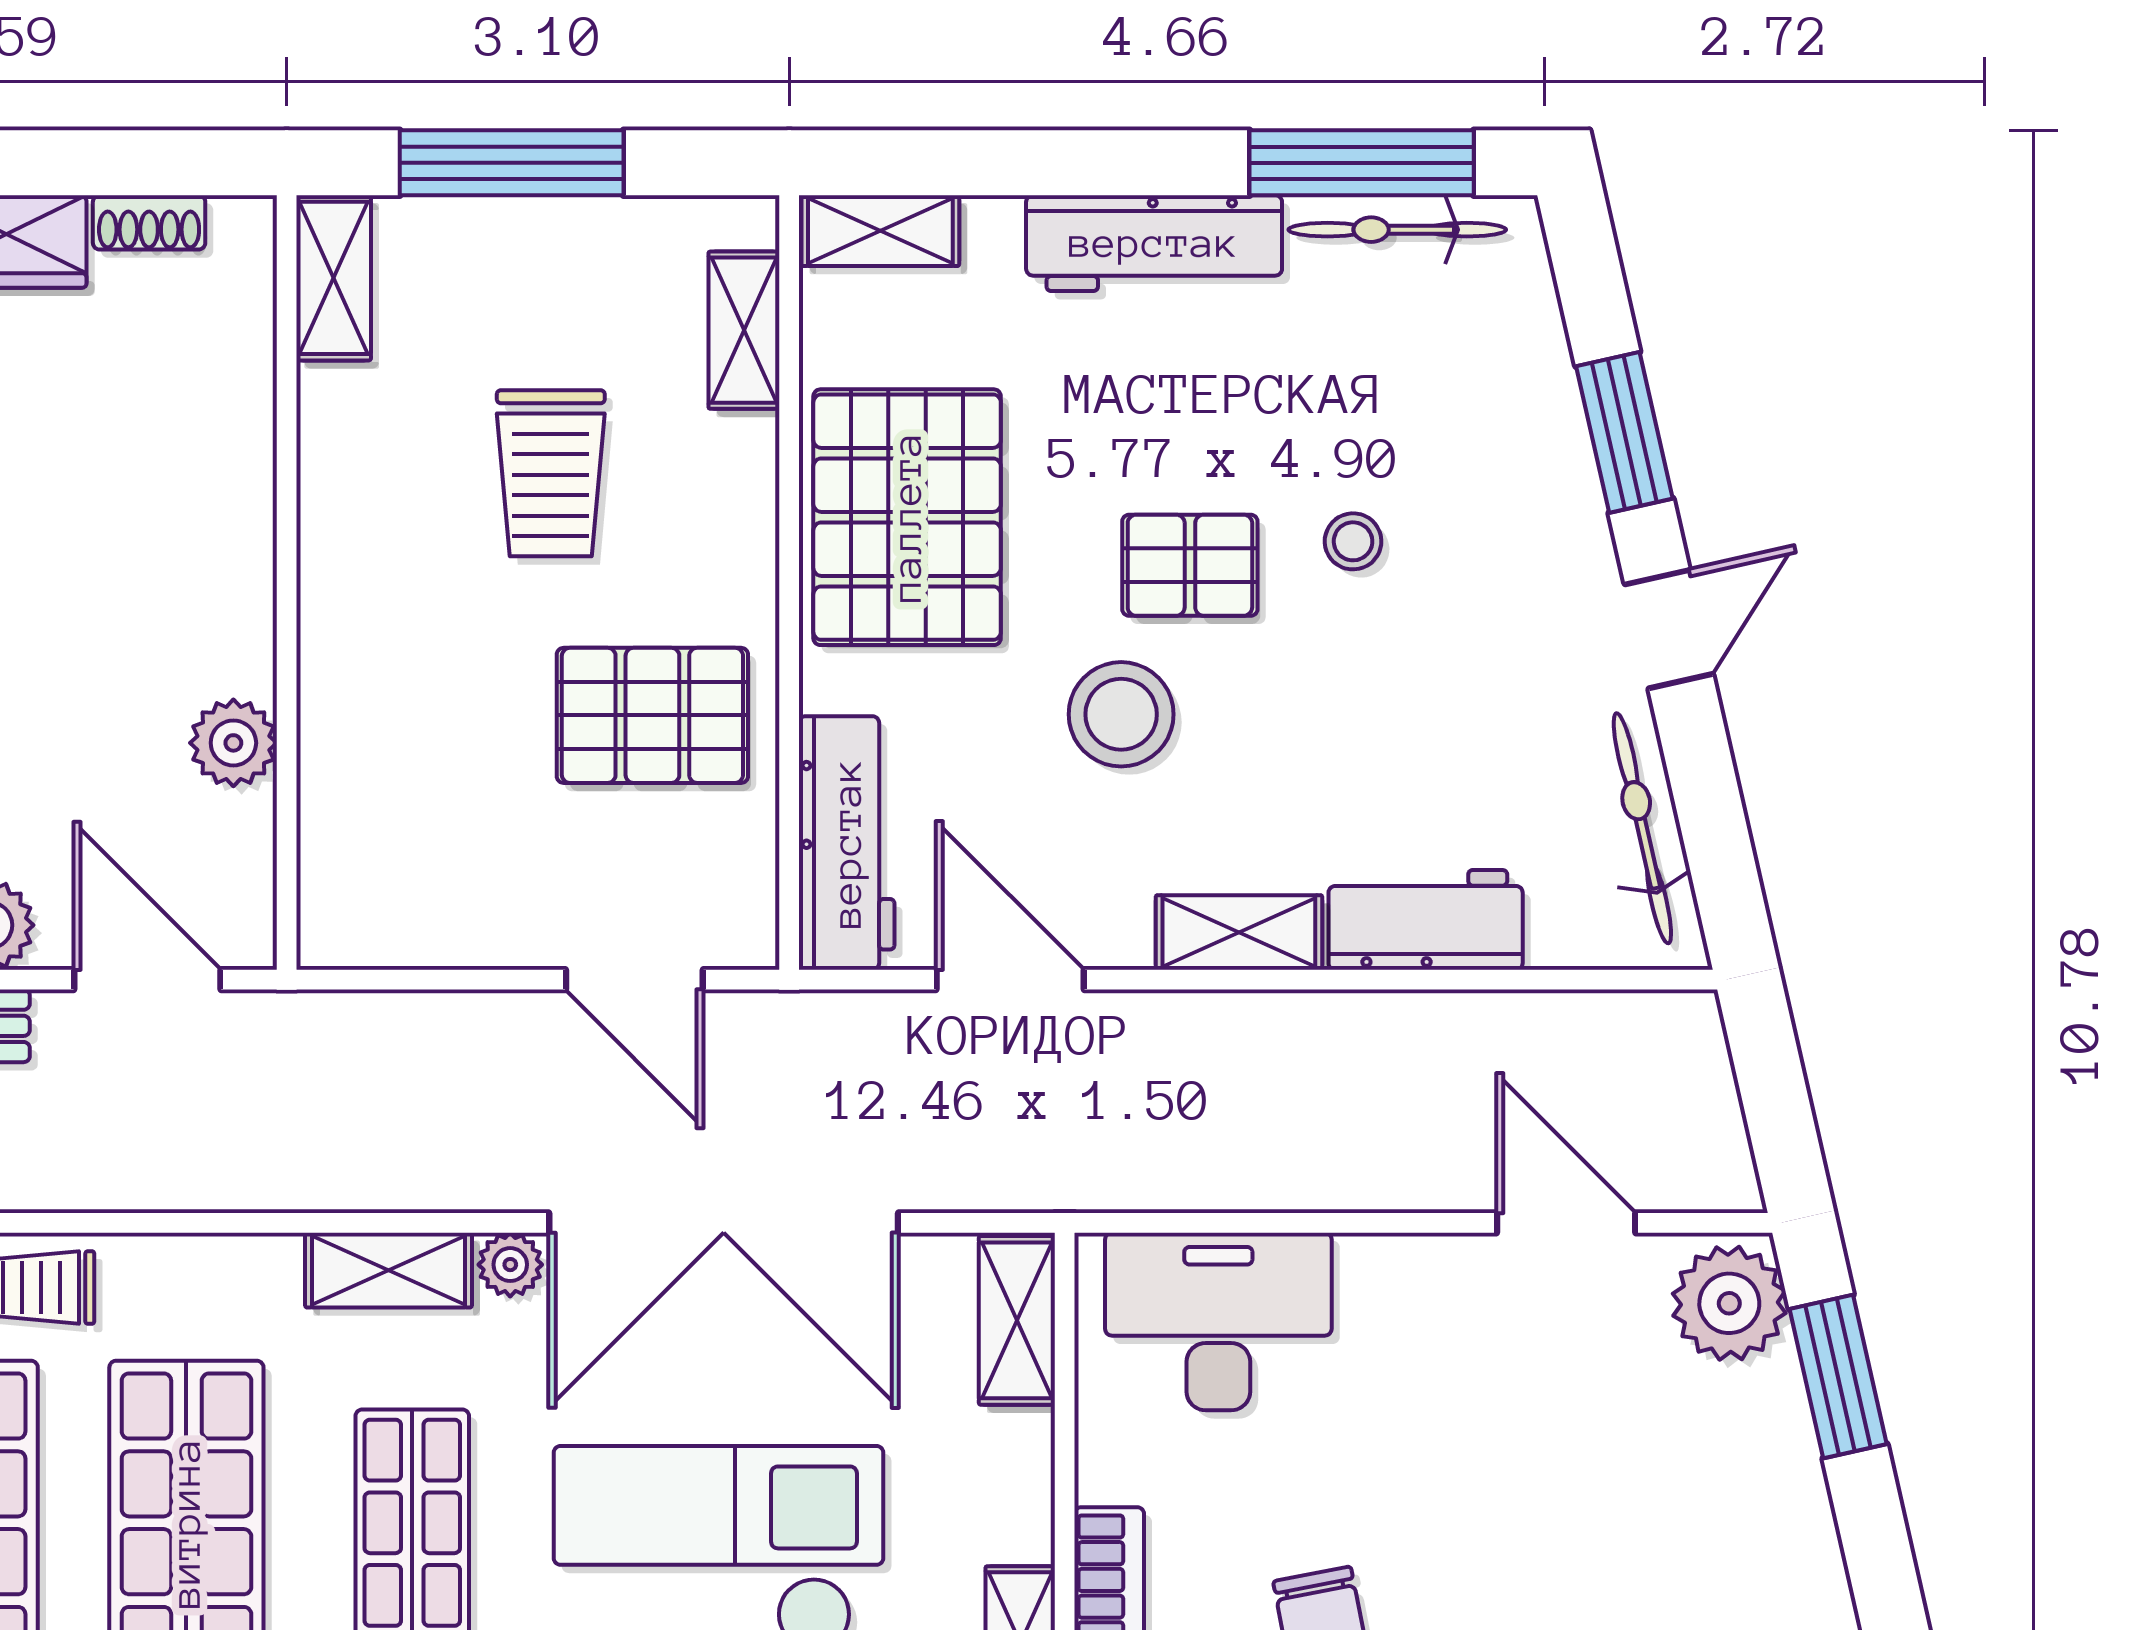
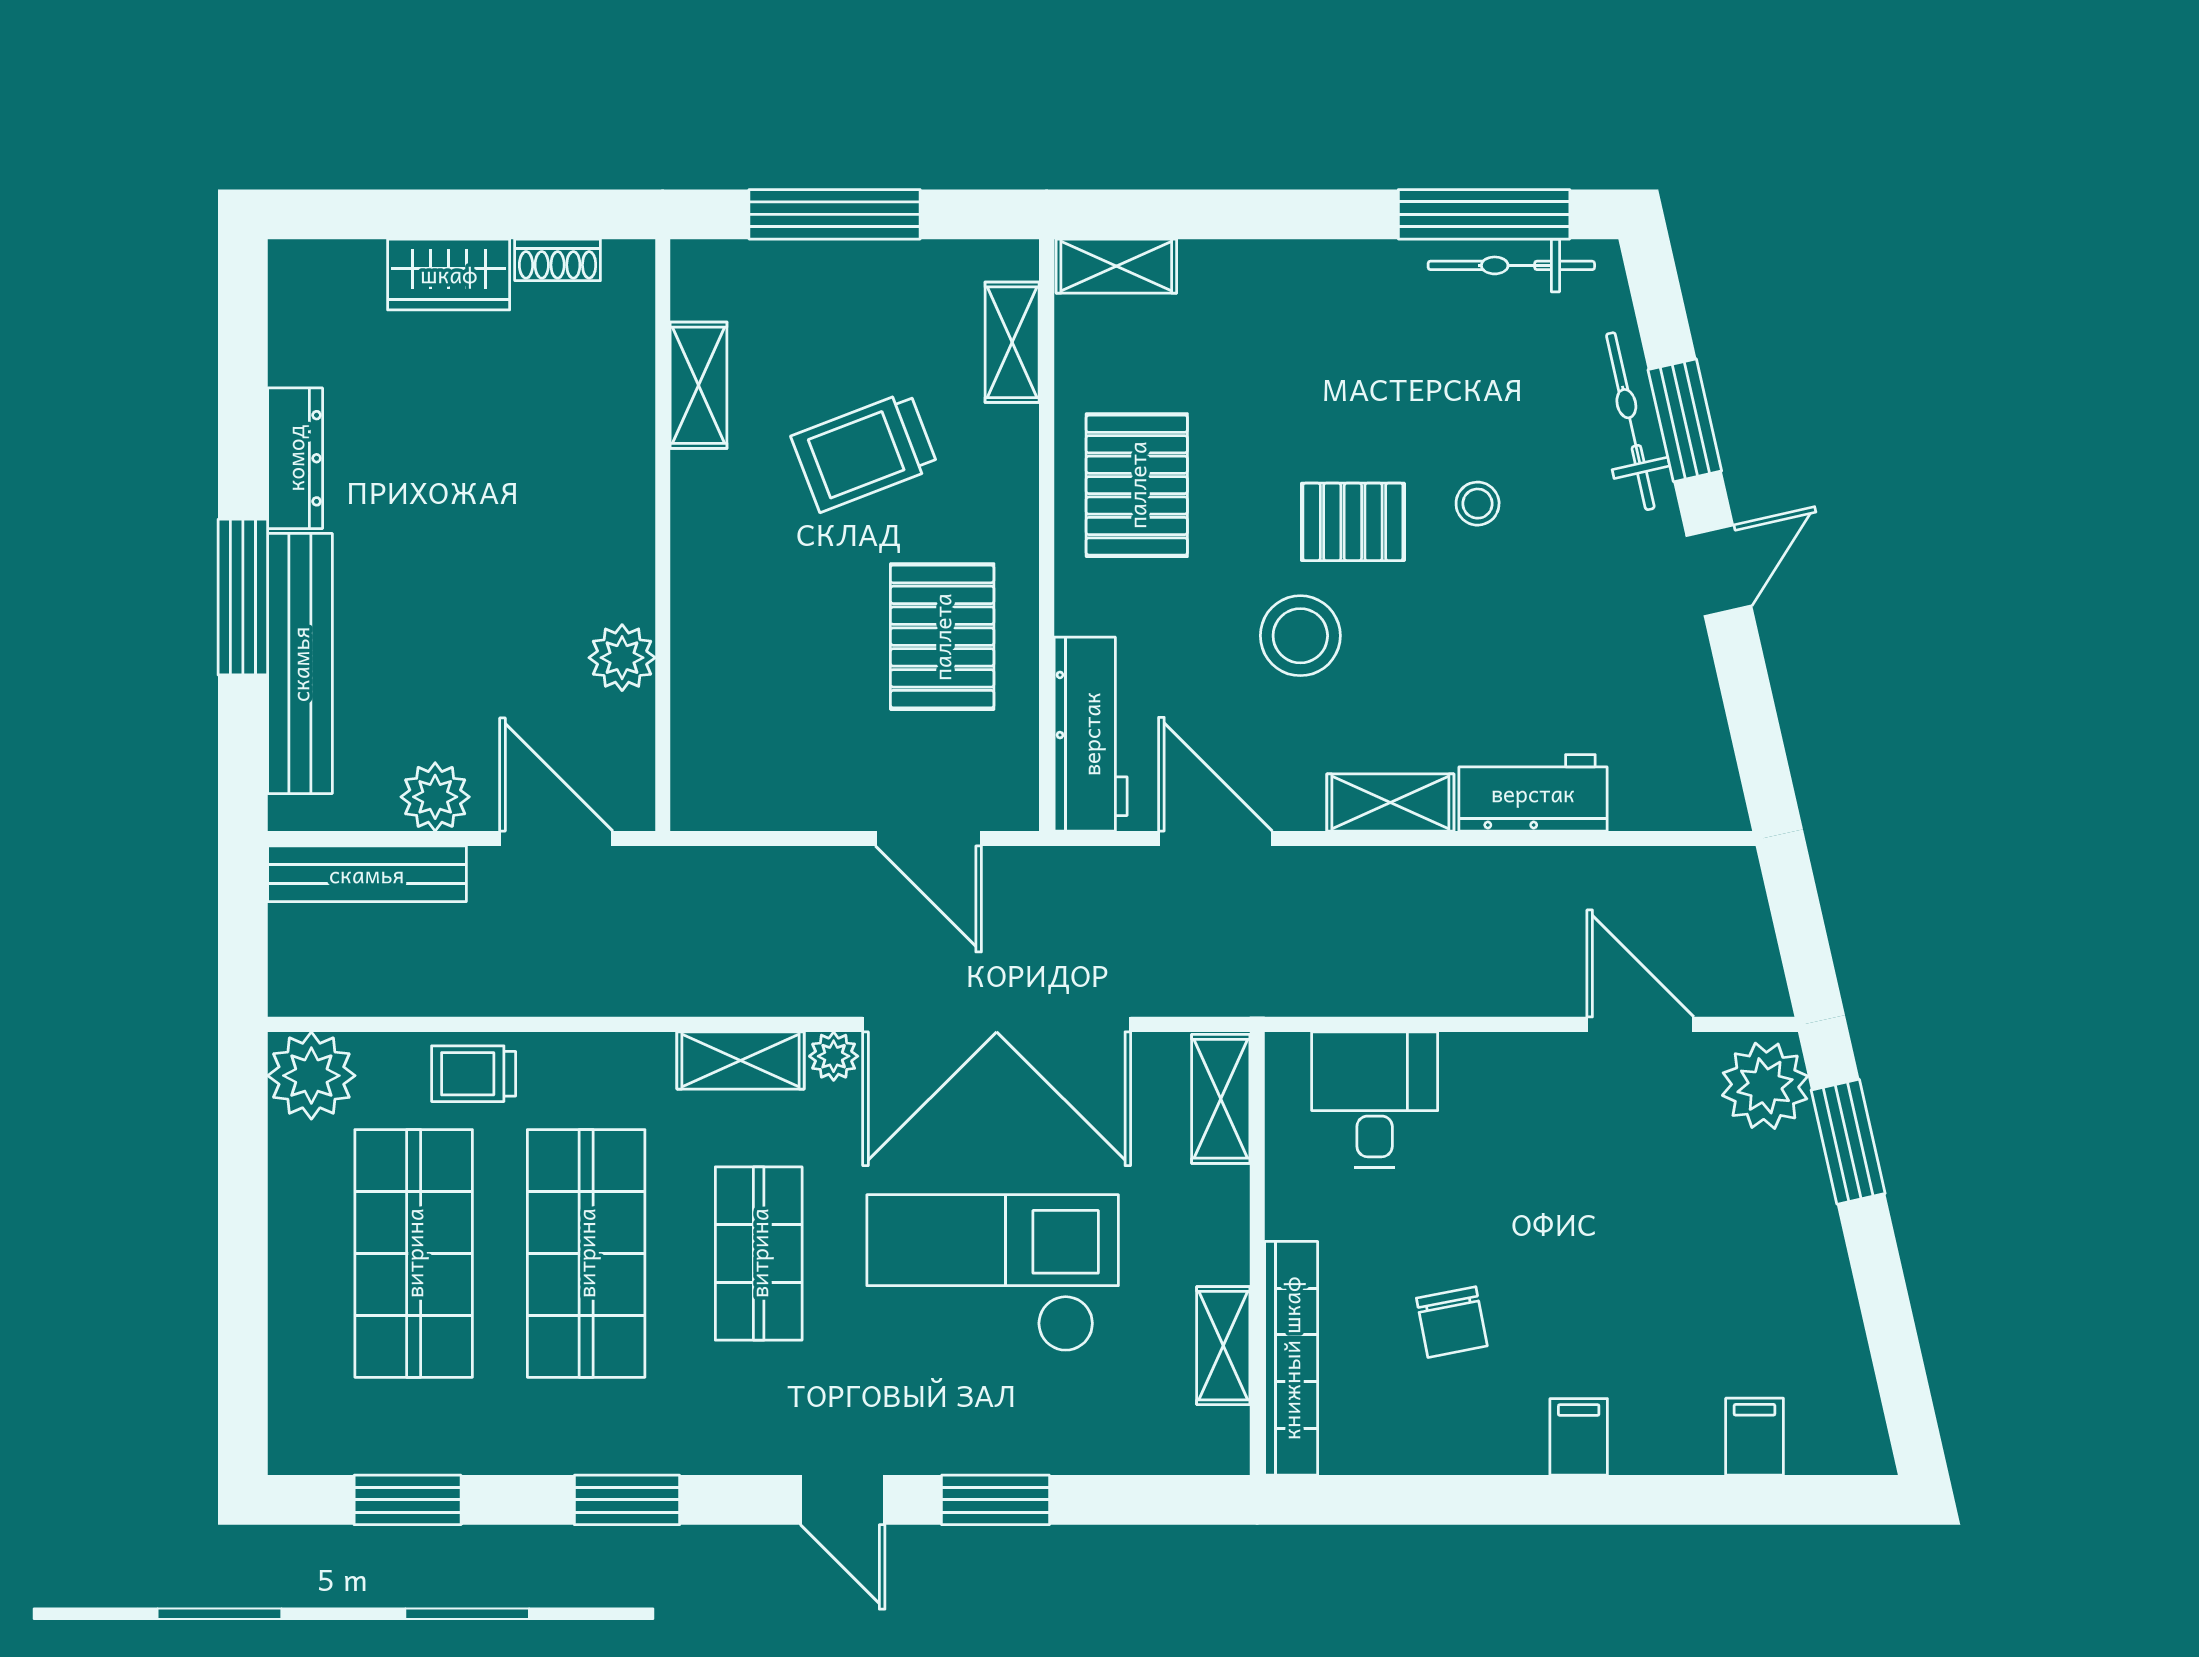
workbench: (1154, 243) -> (1325, 276), removed
shelving: (334, 278) -> (699, 385), moved
trolley: (551, 473) -> (865, 452), turned 69
pallet: (907, 517) -> (1137, 485), width x0.73, depth x0.71
pallet: (652, 715) -> (942, 637), turned 90
bicycle: (1642, 828) -> (1630, 421), moved
desk: (1218, 1322) -> (1375, 1100), width x0.73

